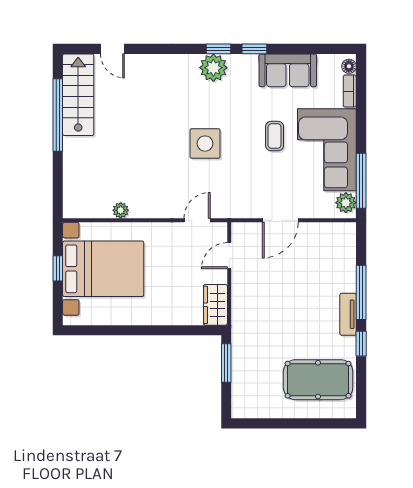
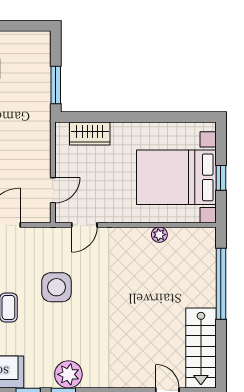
window: (58, 115) -> (221, 284), moved
side table: (205, 144) -> (56, 287), moved
wardrobe: (215, 305) -> (90, 134), moved, turned 90

